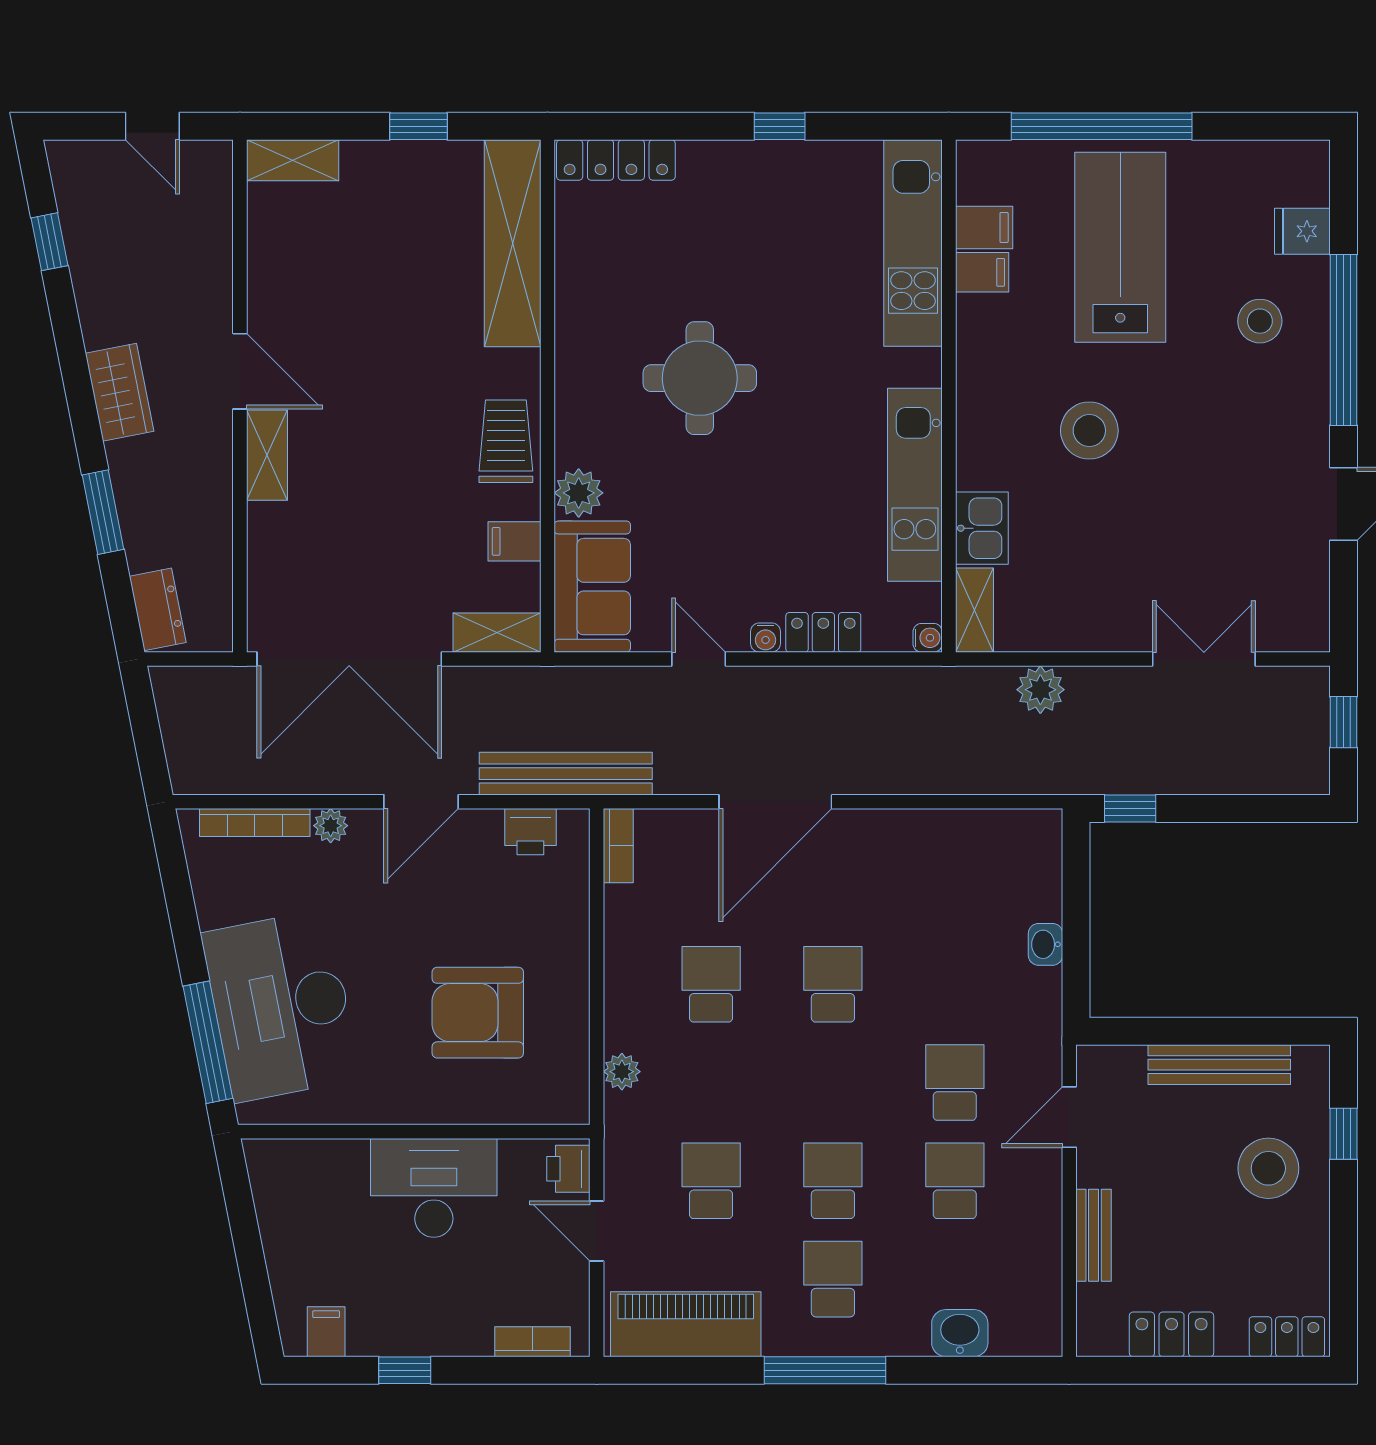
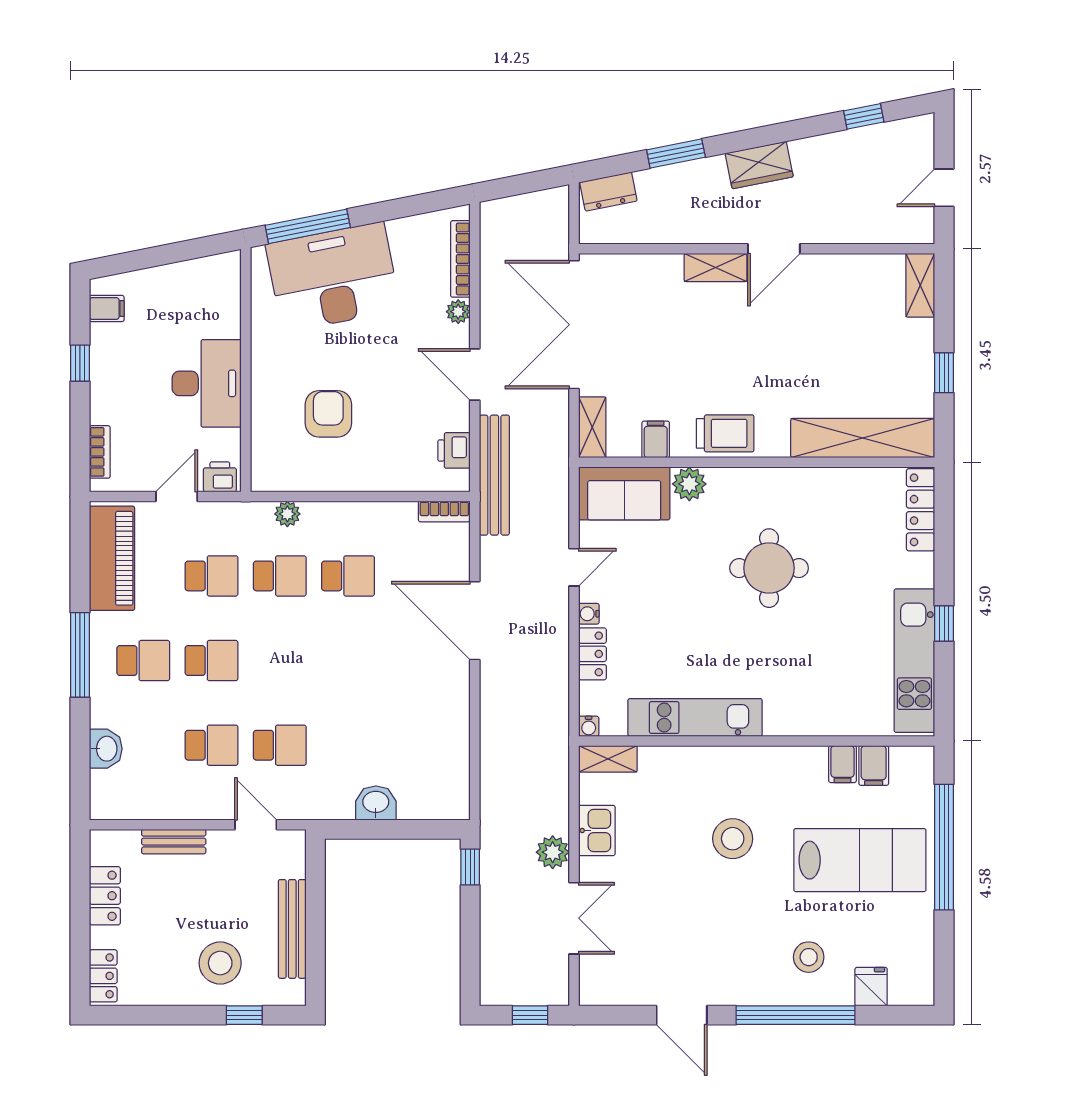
kitchen unit: (913, 243) -> (914, 661), moved, turned -90
kitchen sink: (982, 528) -> (597, 830), moved, turned -90
plant: (1040, 690) -> (553, 852), moved
washbasin: (1045, 944) -> (376, 803), width x1.38, depth x1.45
school desk: (833, 984) -> (280, 576), moved
armchair: (478, 1013) -> (328, 414), width x0.73, depth x0.73

